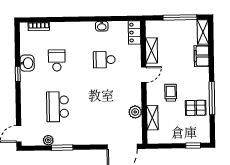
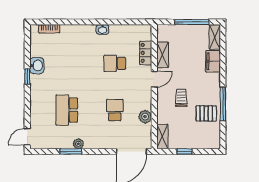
washbasin: (102, 26) -> (103, 30), moved
locker: (134, 33) -> (146, 53), moved
school desk: (57, 60) -> (115, 110), moved
shelving: (152, 118) -> (162, 137), moved
plant: (48, 140) -> (78, 144), moved
window: (193, 146) -> (184, 151), moved

